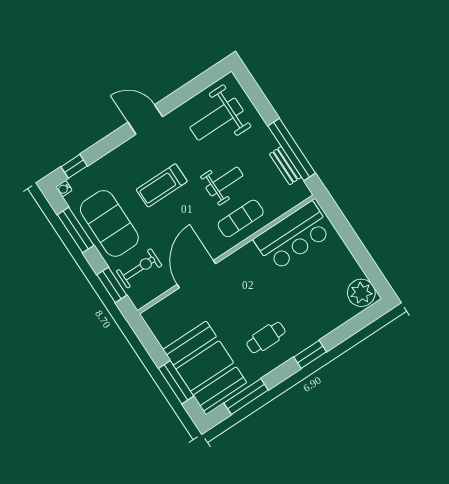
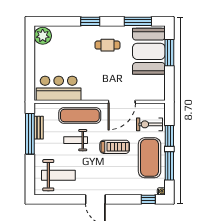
treadmill: (162, 185) -> (115, 147), moved
exercise mat: (241, 218) -> (80, 116), width x1.36, depth x1.45
window: (112, 285) -> (169, 136), moved

